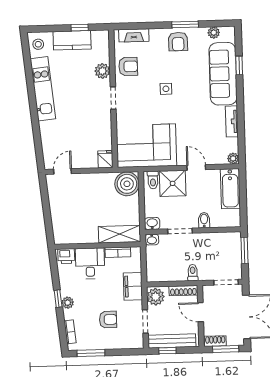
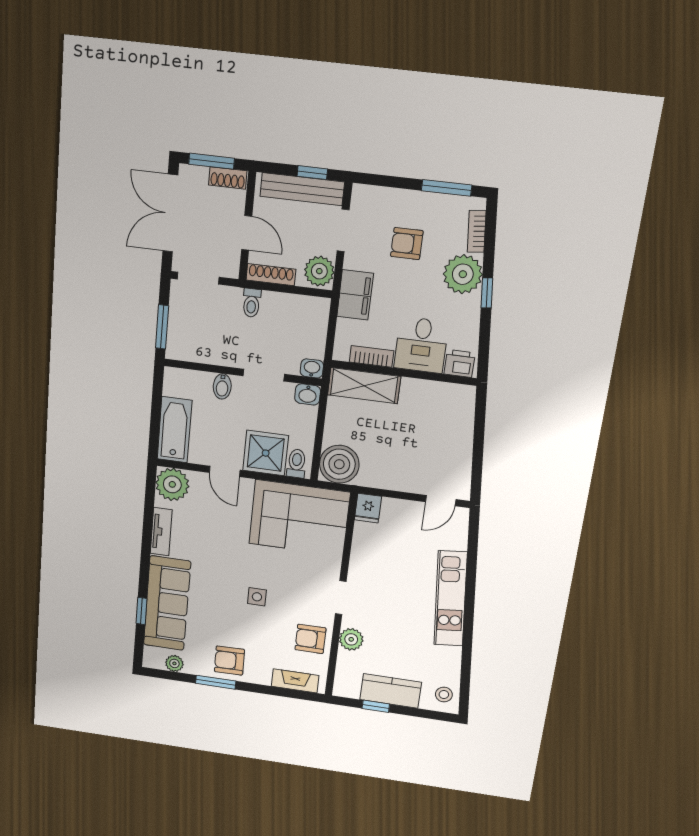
armchair: (178, 42) -> (229, 661), turned -91
kitchen unit: (43, 89) -> (450, 599), moved
plant: (233, 158) -> (172, 484), width x1.87, depth x1.87
plant: (68, 303) -> (463, 274), width x1.87, depth x1.87

